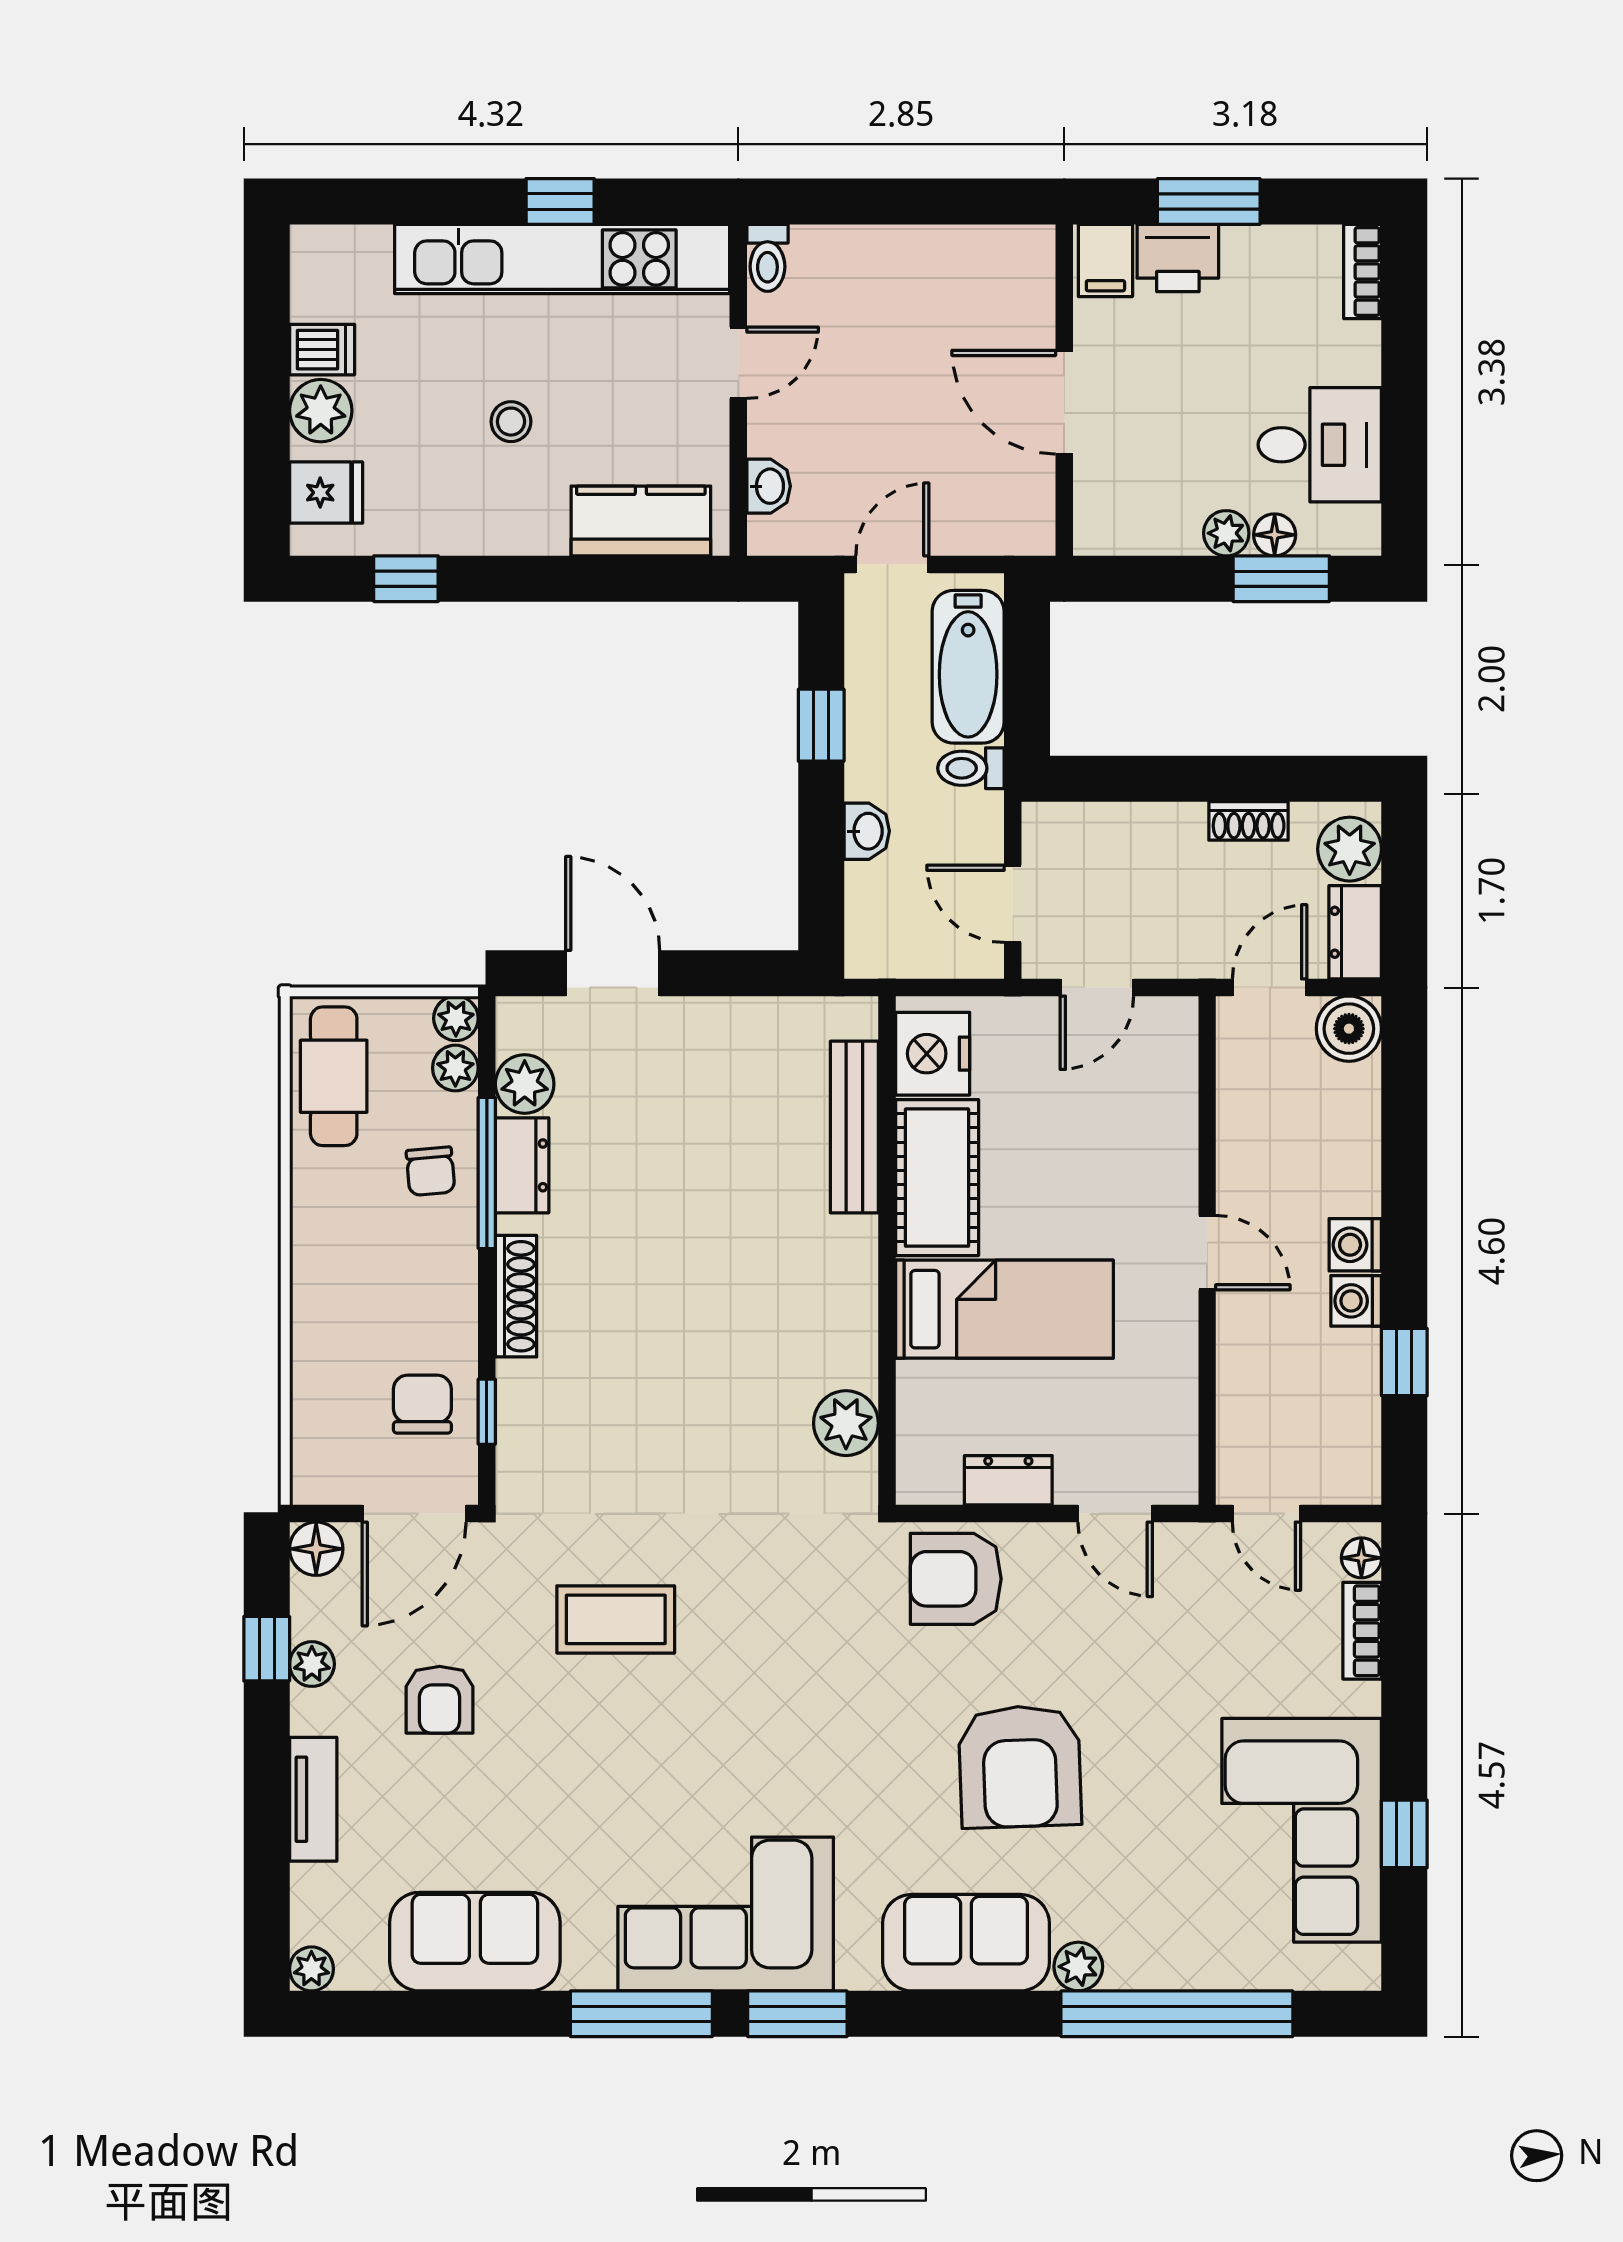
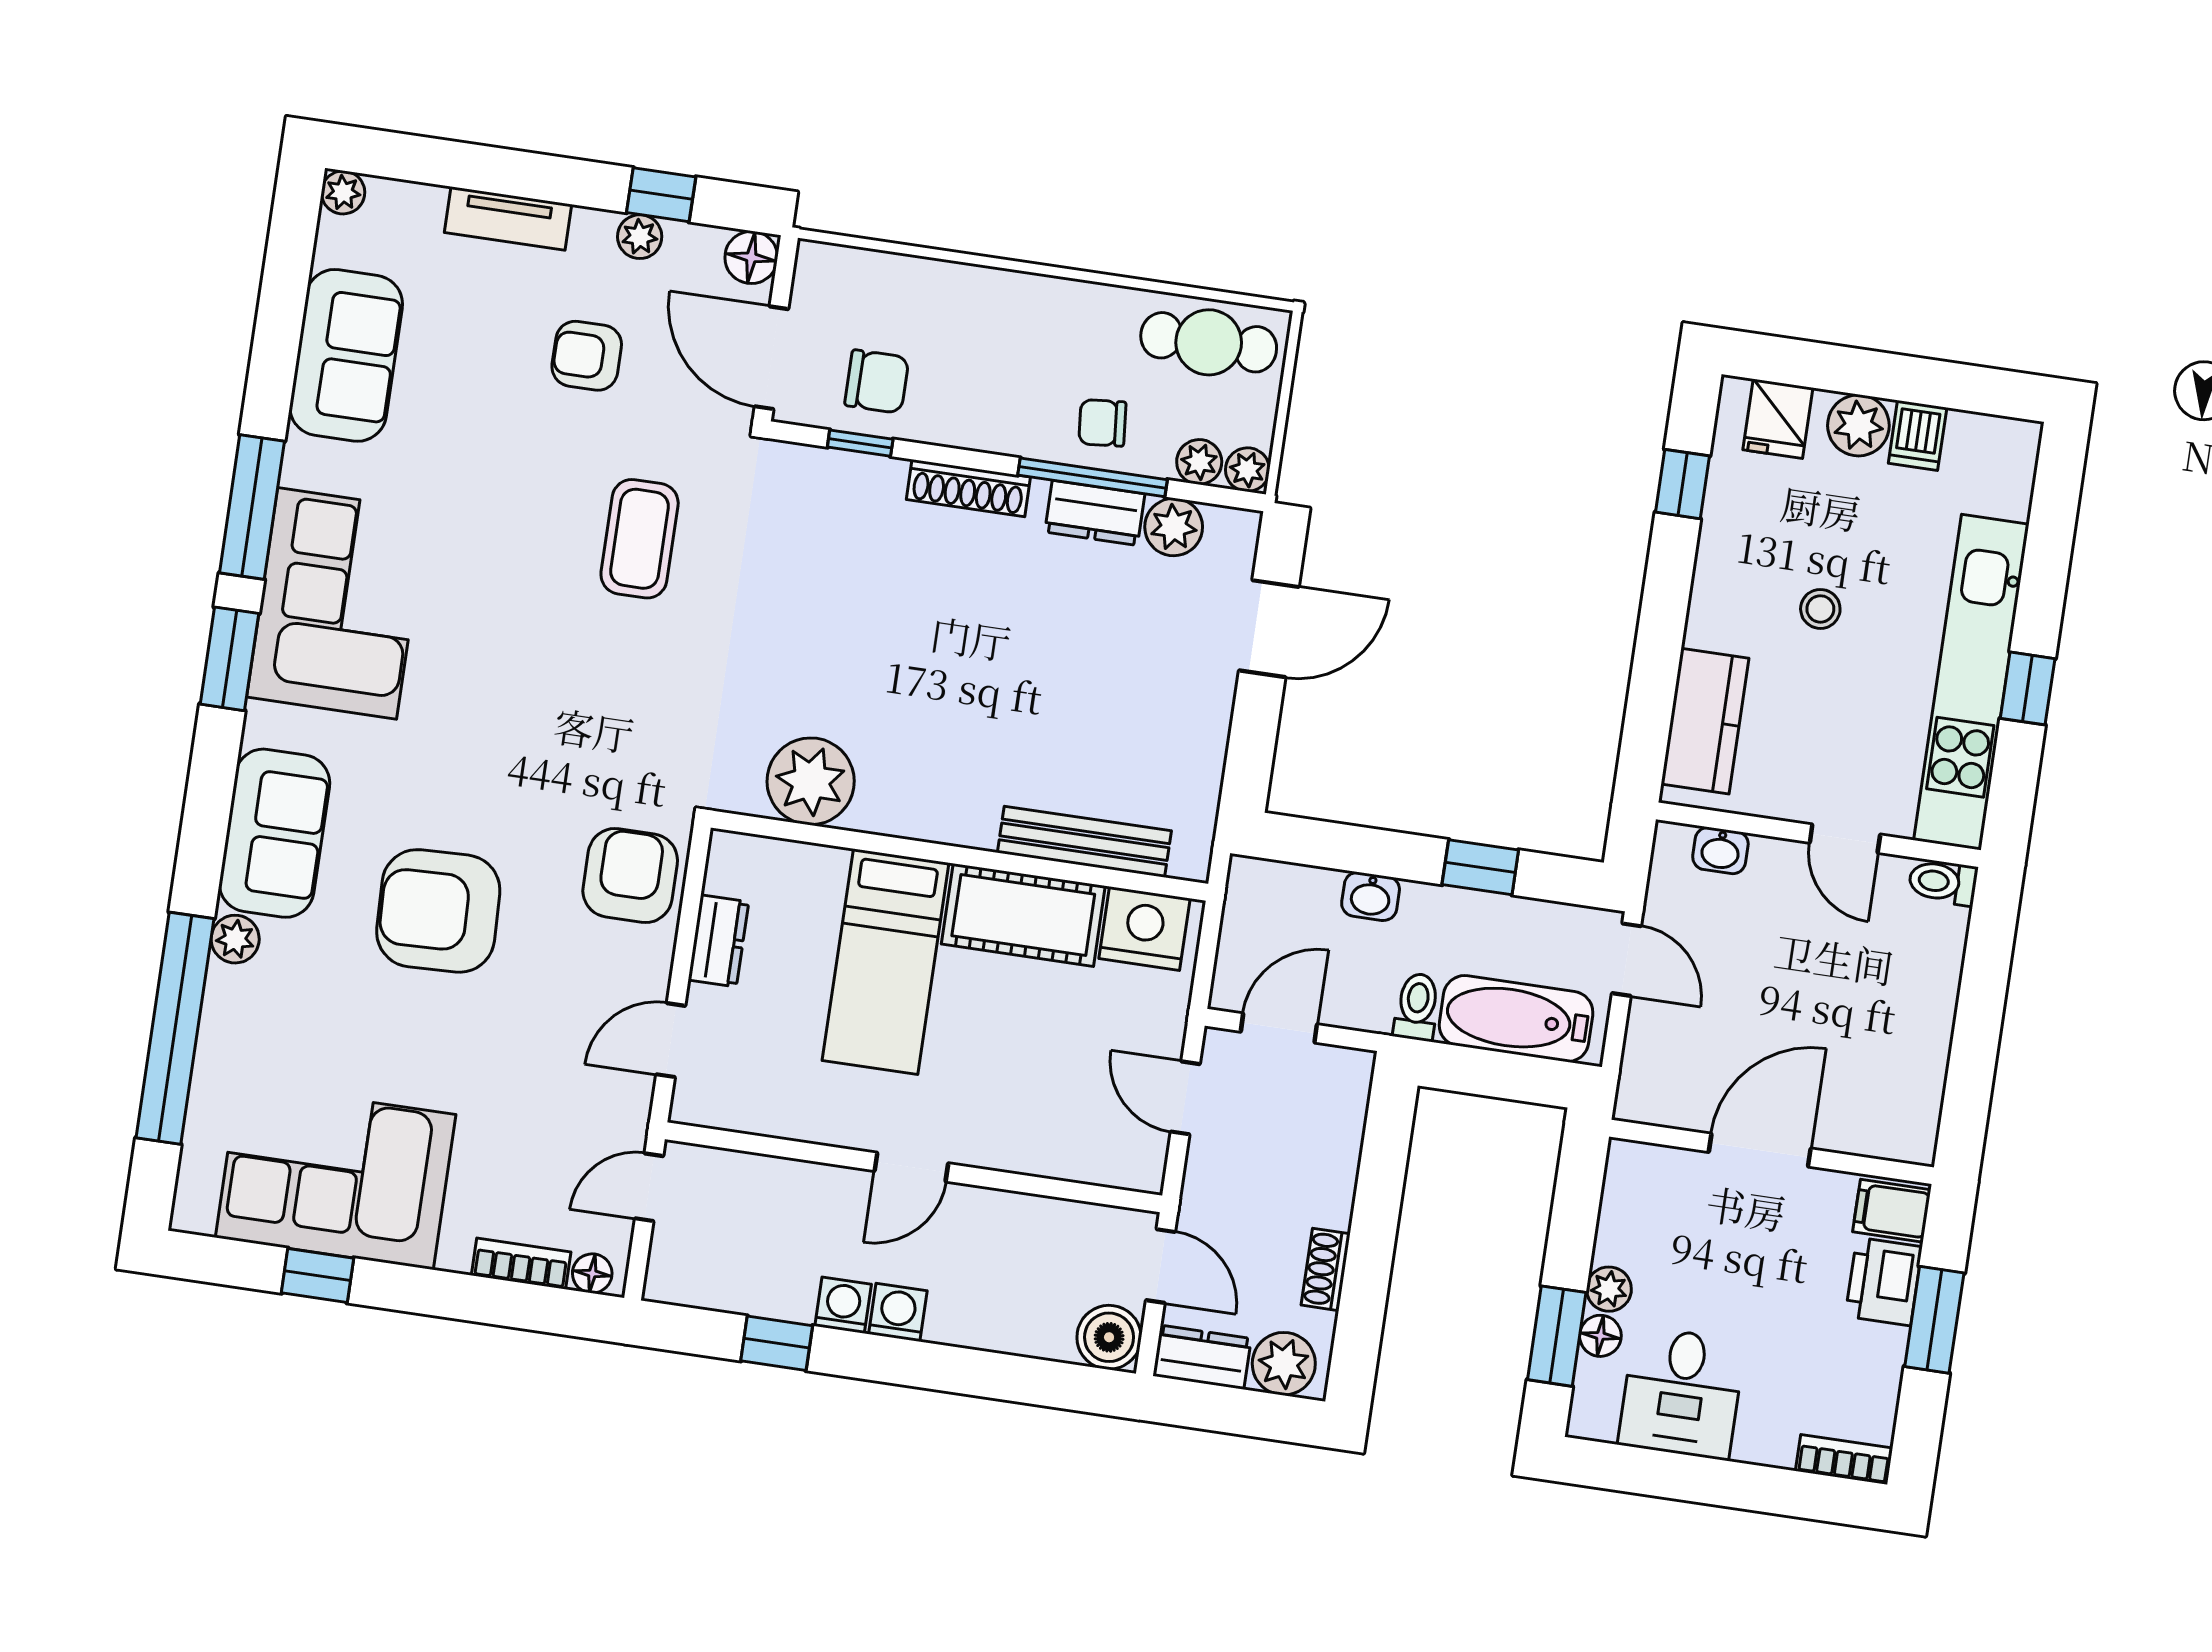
plant: (846, 1423) -> (811, 781), width x1.36, depth x1.36

